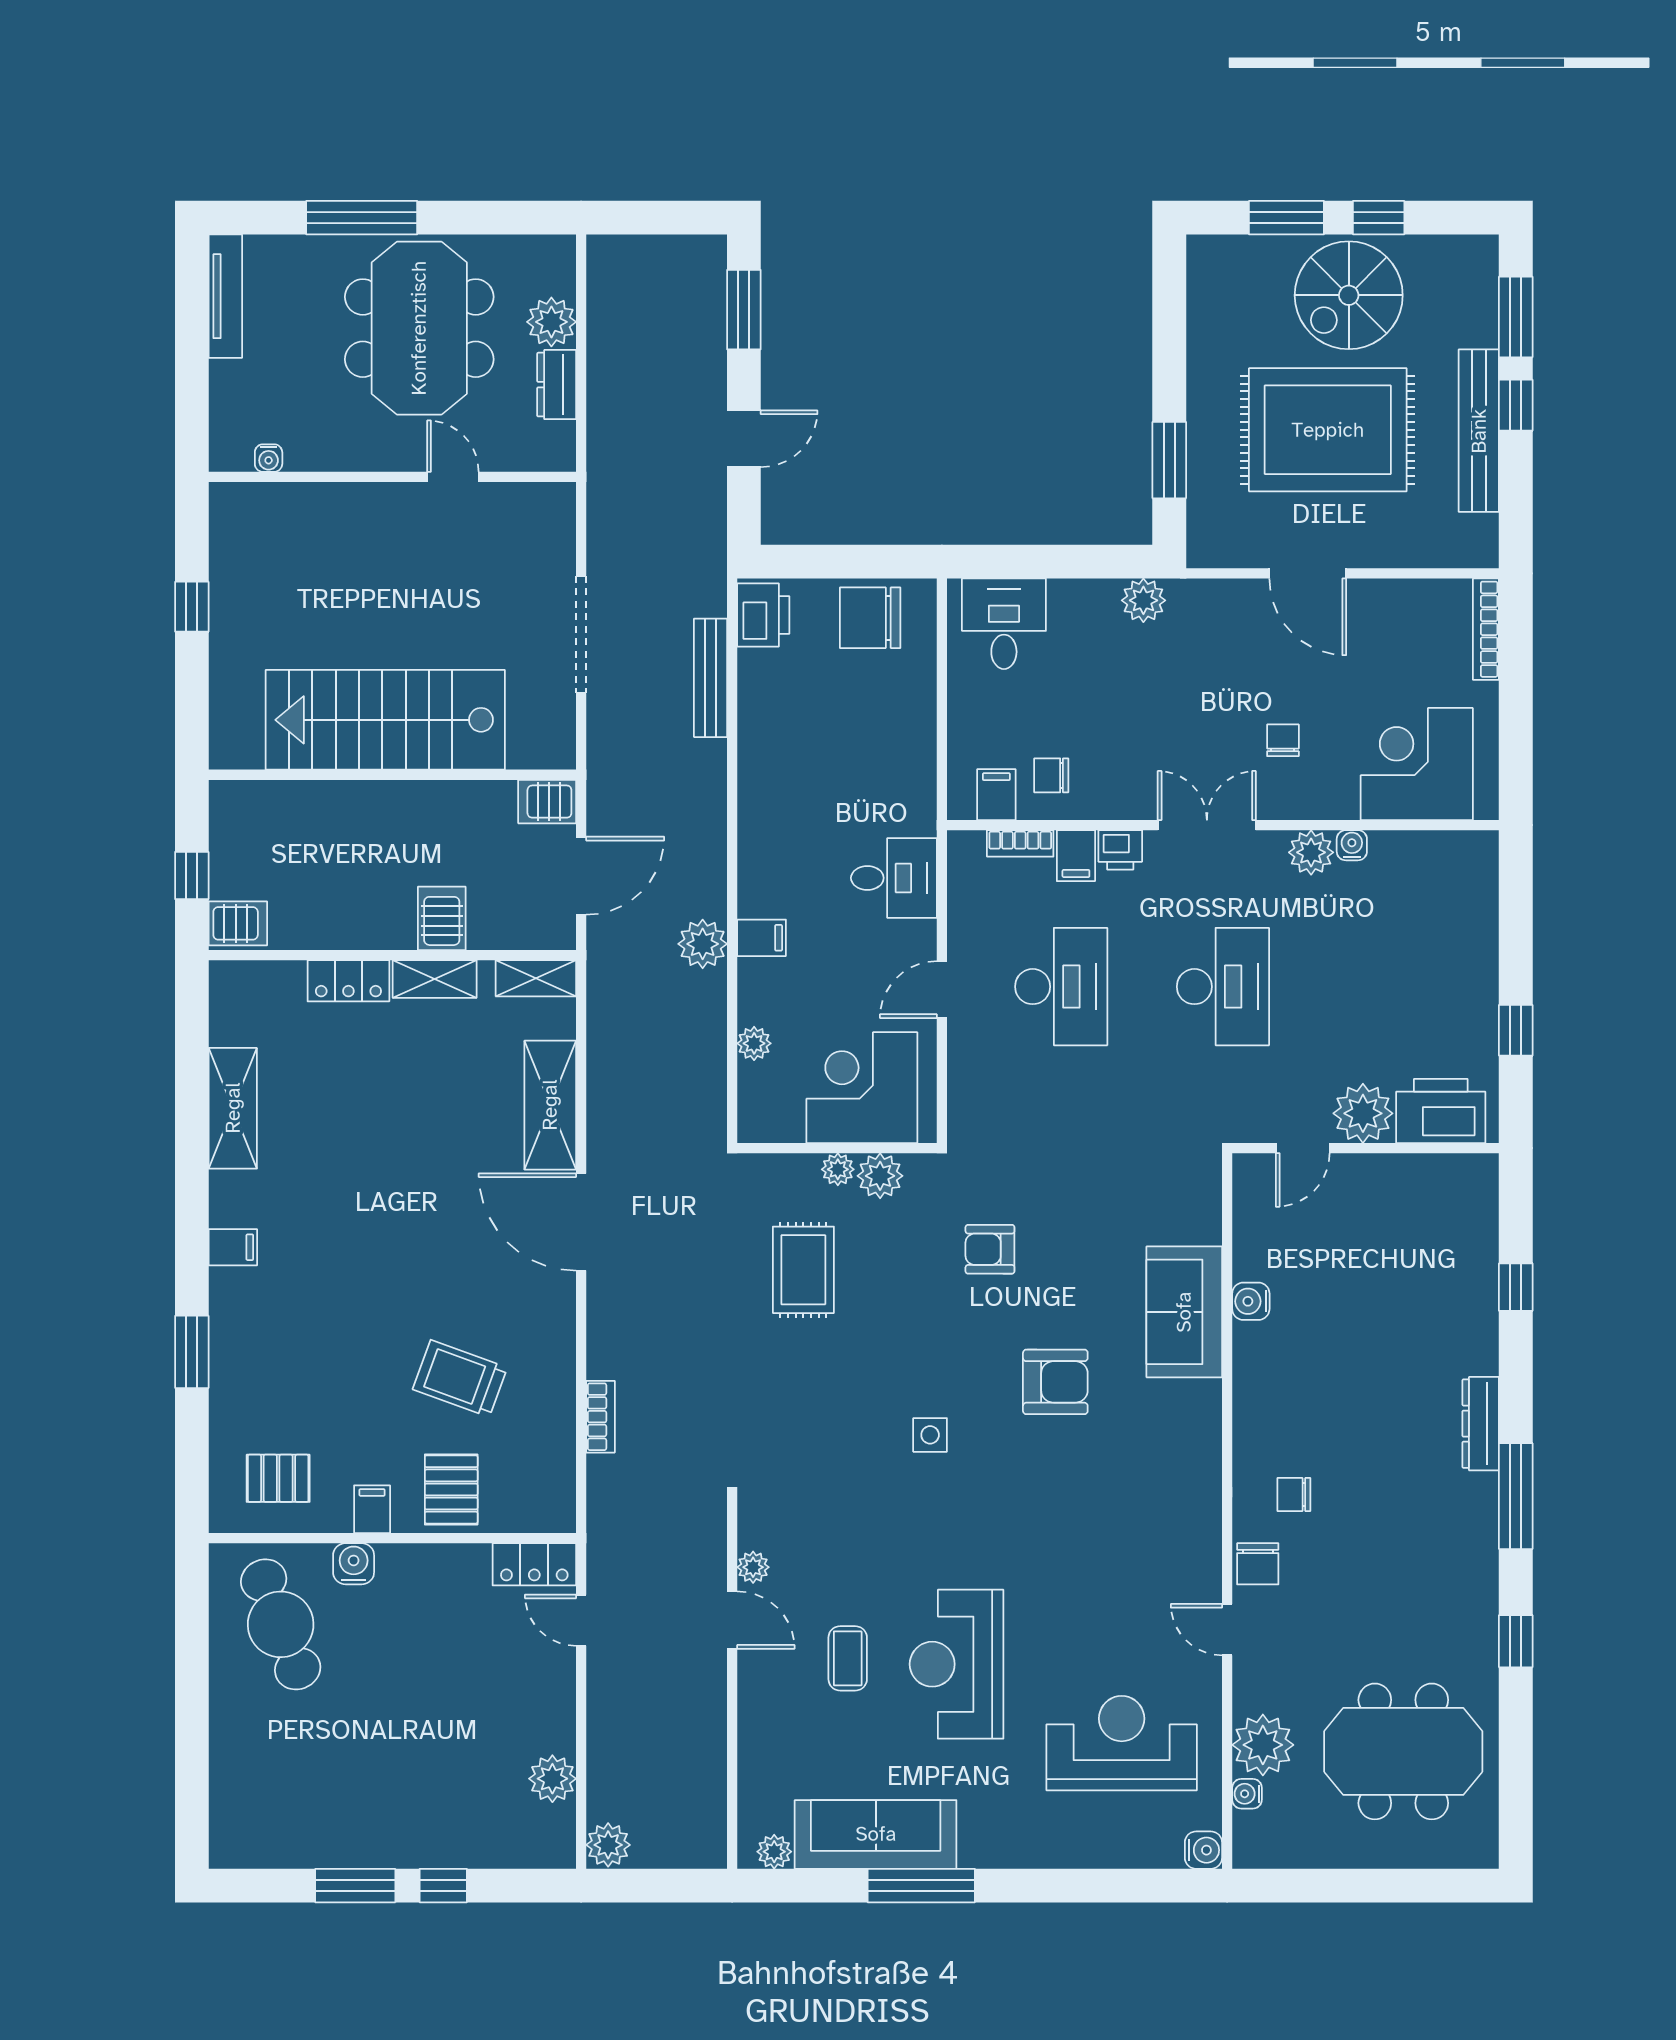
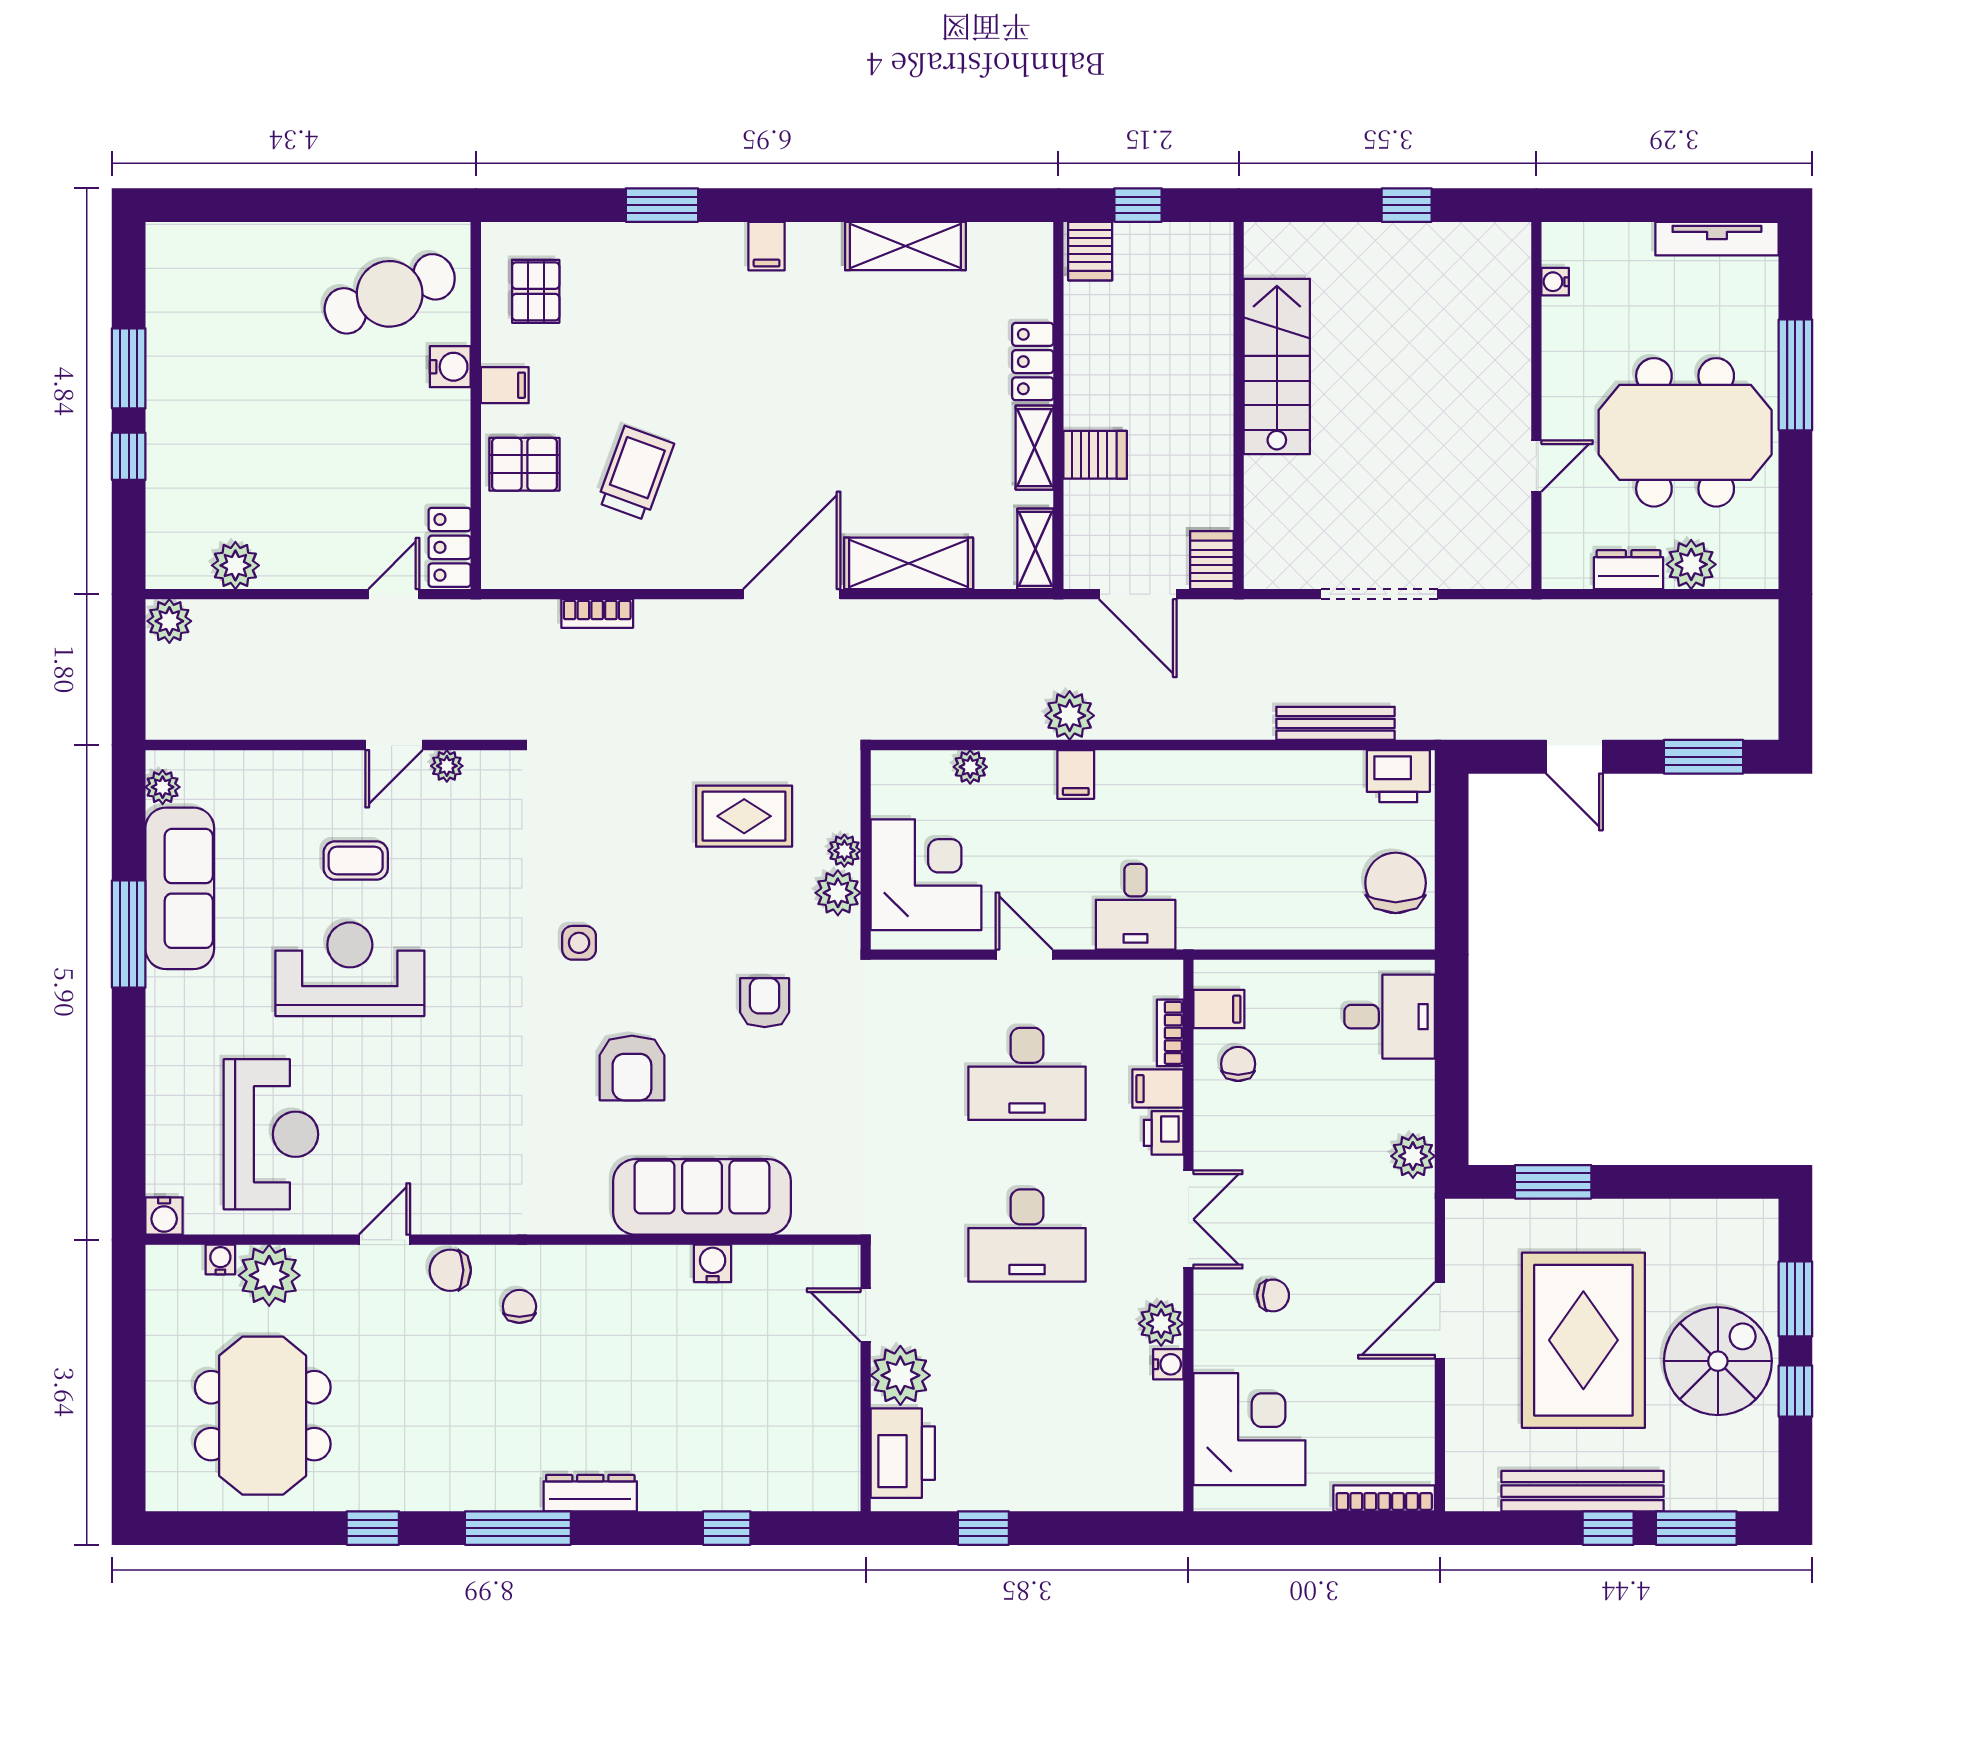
spiral stairs: (1349, 295) -> (1718, 1361), turned 90
stairs: (385, 720) -> (1277, 366), width x0.73, depth x0.66
sofa: (1184, 1312) -> (702, 1197), width x1.36

